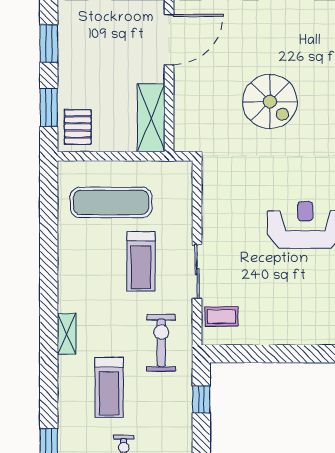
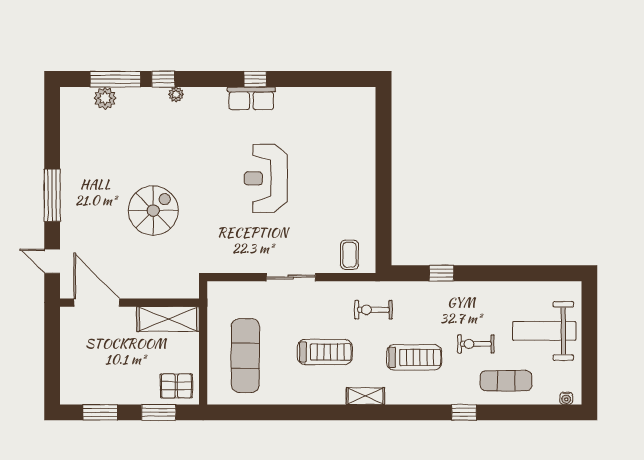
treadmill: (141, 261) -> (325, 352), moved
sliding door: (197, 272) -> (291, 277), moved
exercise bike: (161, 343) -> (373, 310), width x0.73, depth x0.72
window: (201, 399) -> (441, 273), moved

